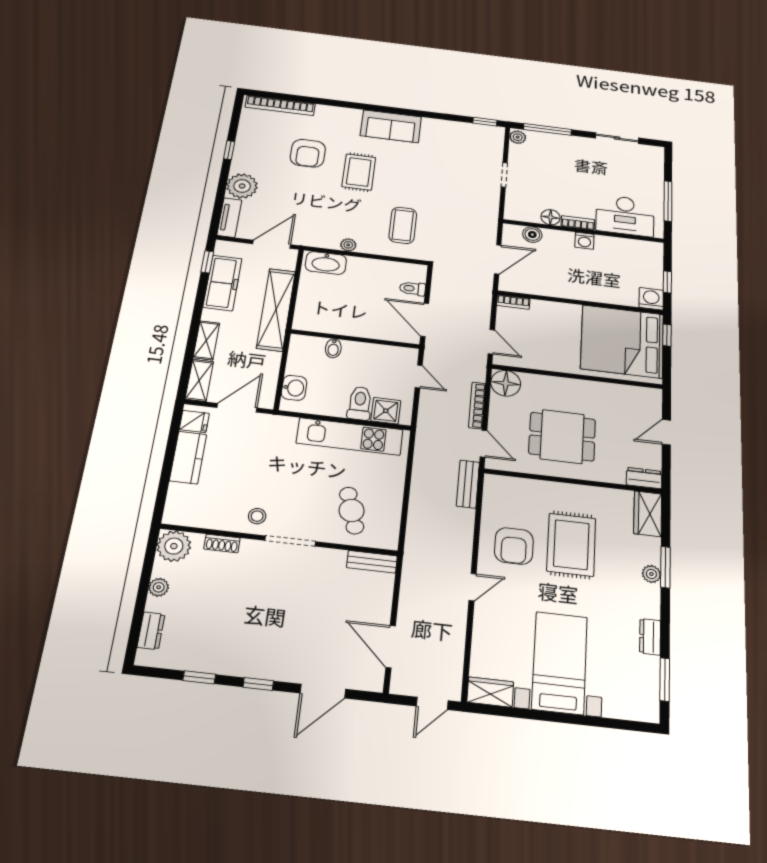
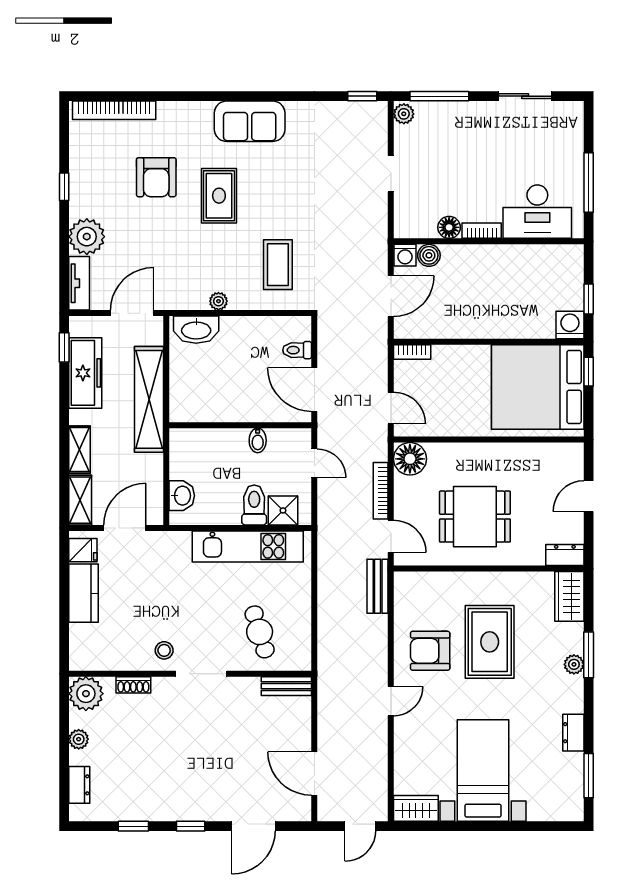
washing machine: (584, 241) -> (405, 255), moved
bidet: (333, 348) -> (258, 440), moved
armchair: (514, 546) -> (430, 651), turned 90

